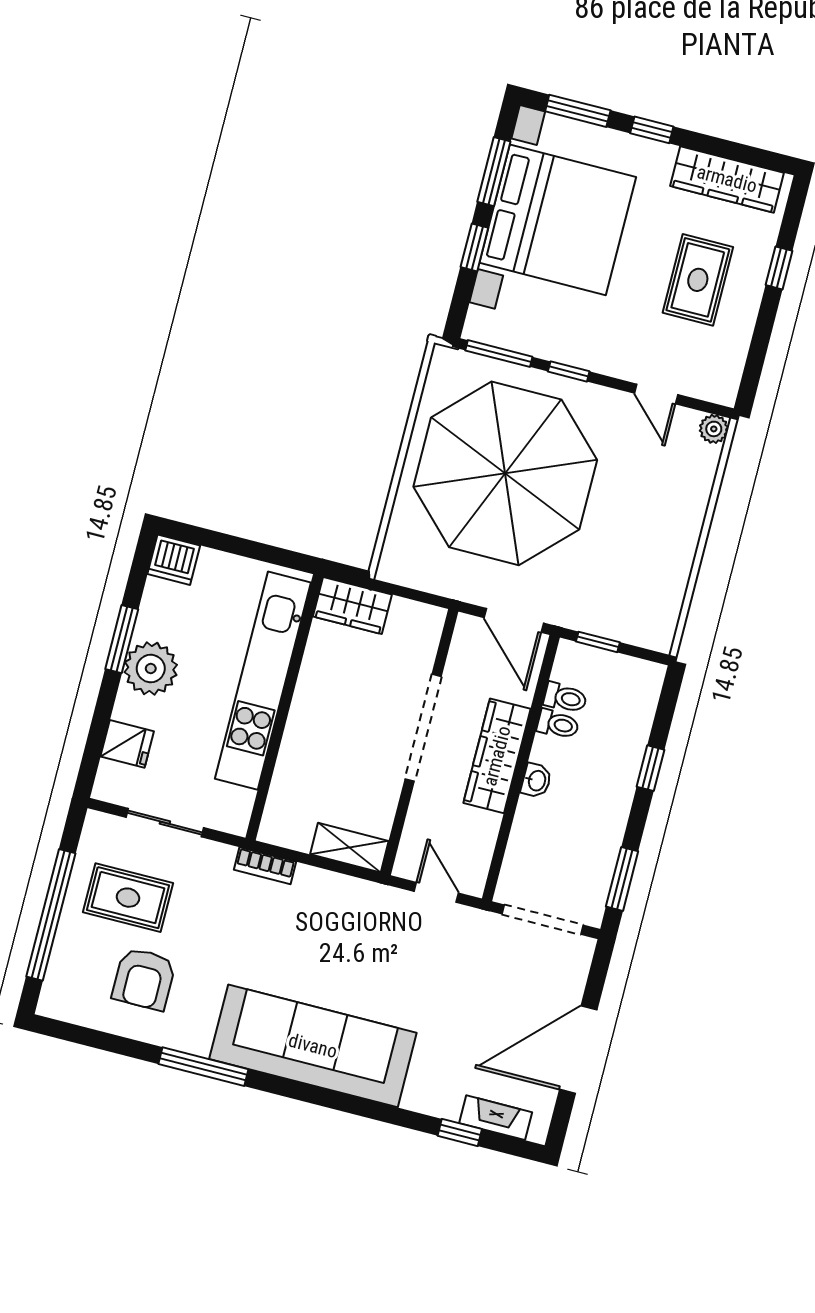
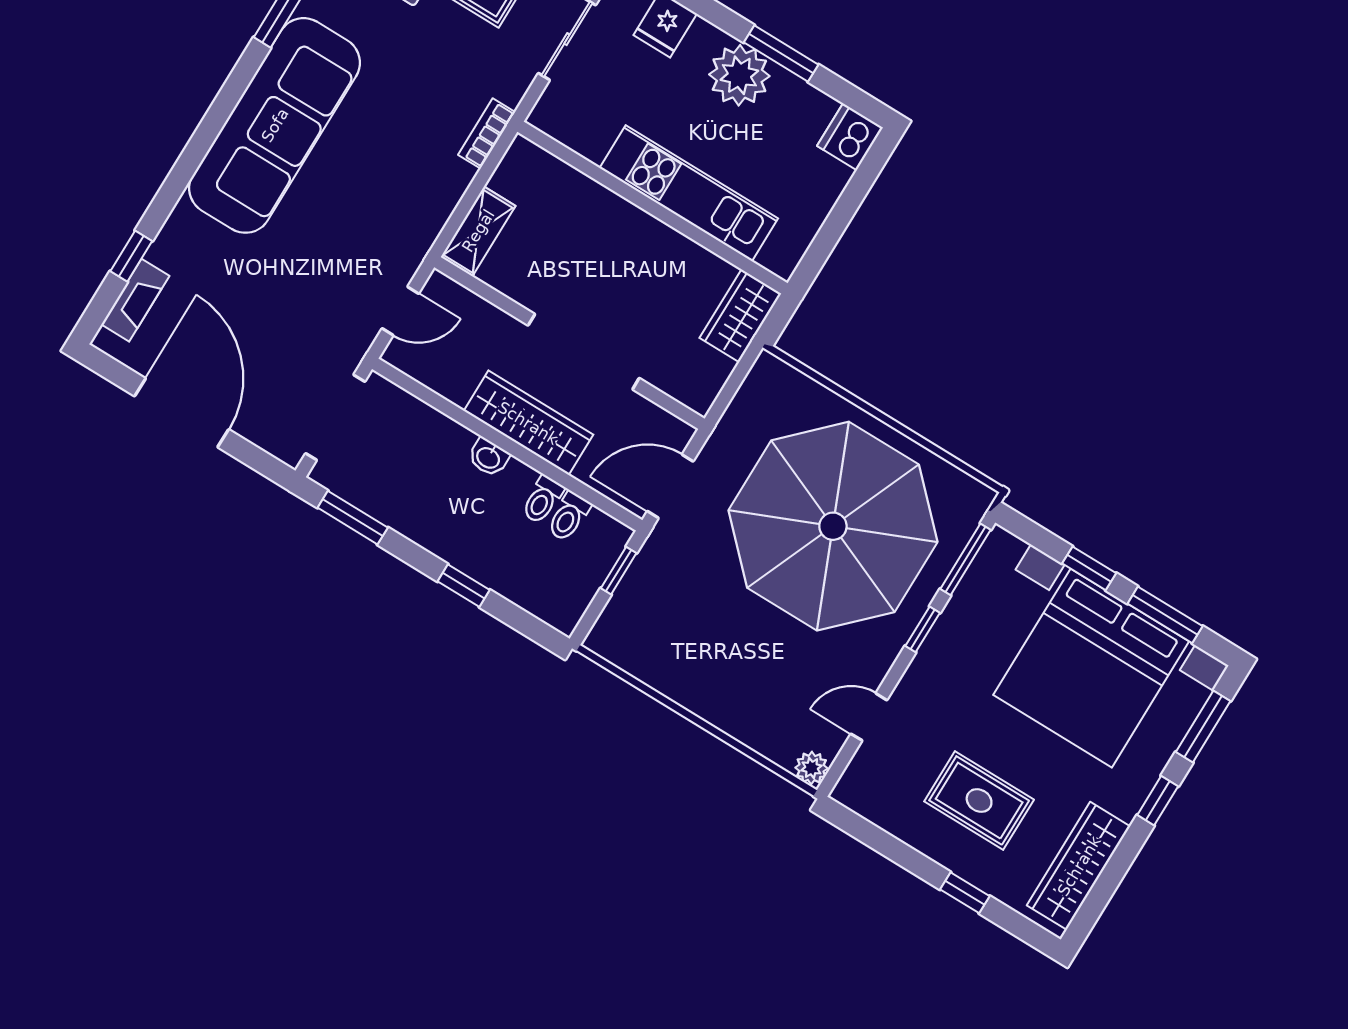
kitchen unit: (263, 681) -> (689, 193), width x0.73

